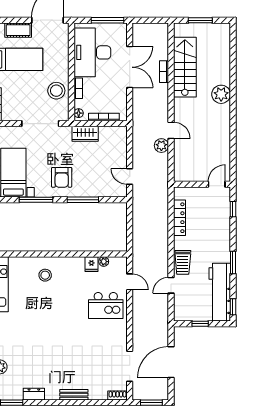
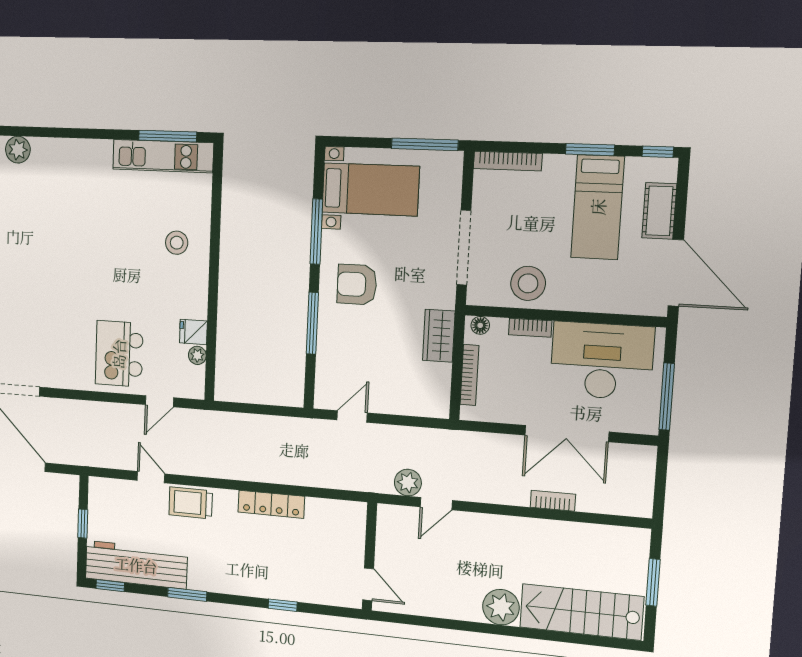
stairs: (185, 67) -> (581, 612), moved, turned 180
wall: (202, 184) -> (370, 556), moved
door: (217, 184) -> (368, 584), moved

